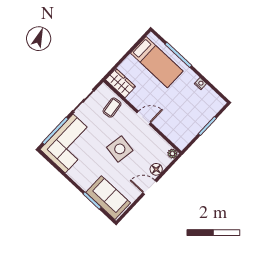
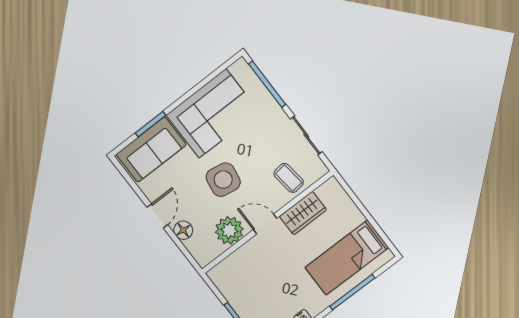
wardrobe: (121, 83) -> (303, 213), moved
door: (144, 118) -> (265, 224), swing flipped
corner sofa: (69, 144) -> (212, 113), moved, turned -90
plant: (172, 154) -> (229, 230), moved, width x1.87, depth x1.87

